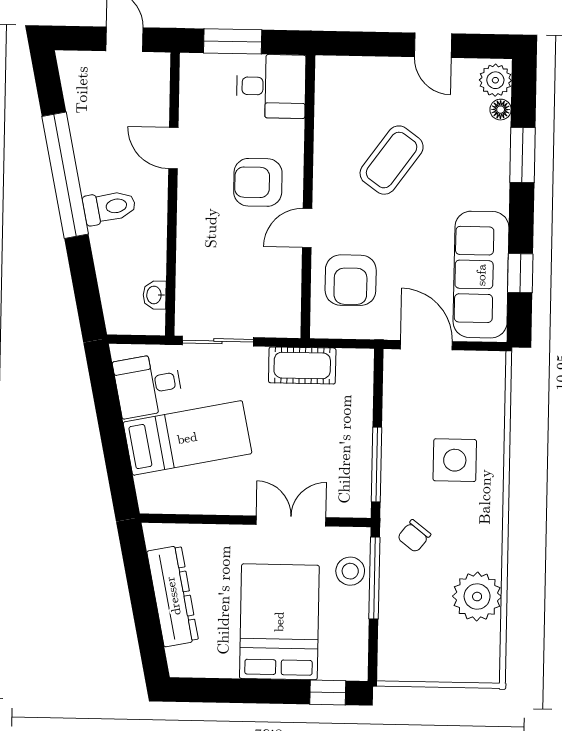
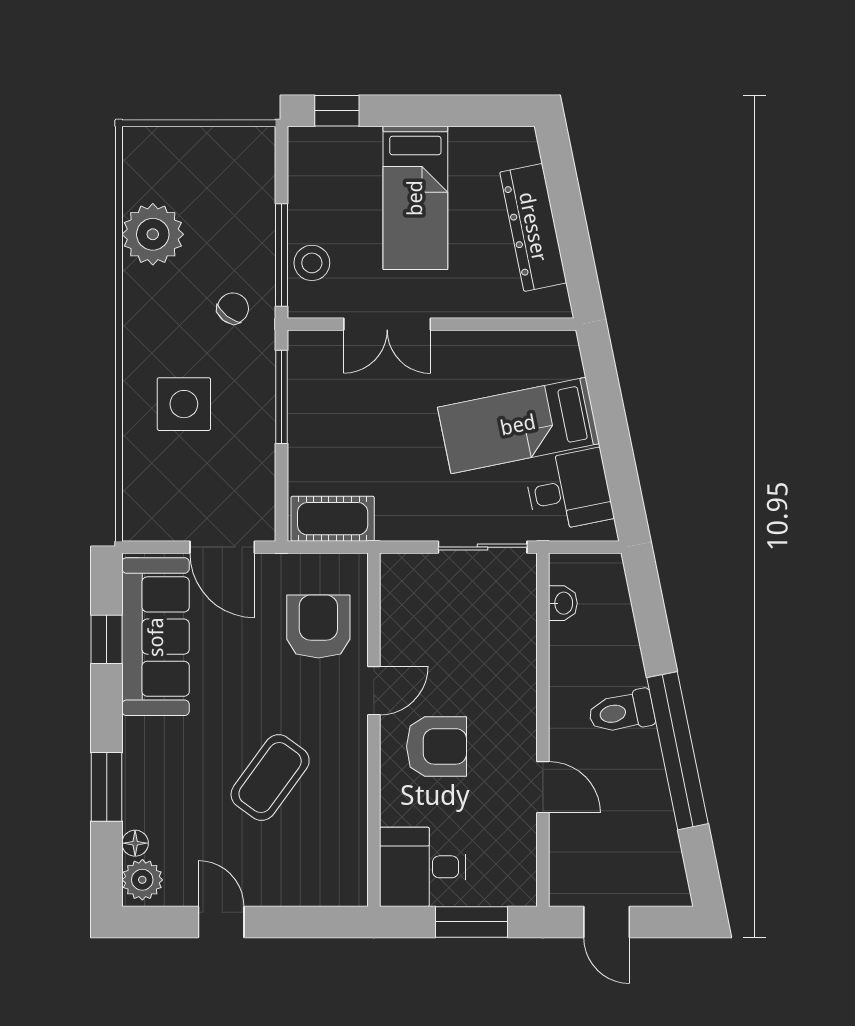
cot: (302, 365) -> (333, 519), moved
bed: (279, 622) -> (415, 198), width x0.67

